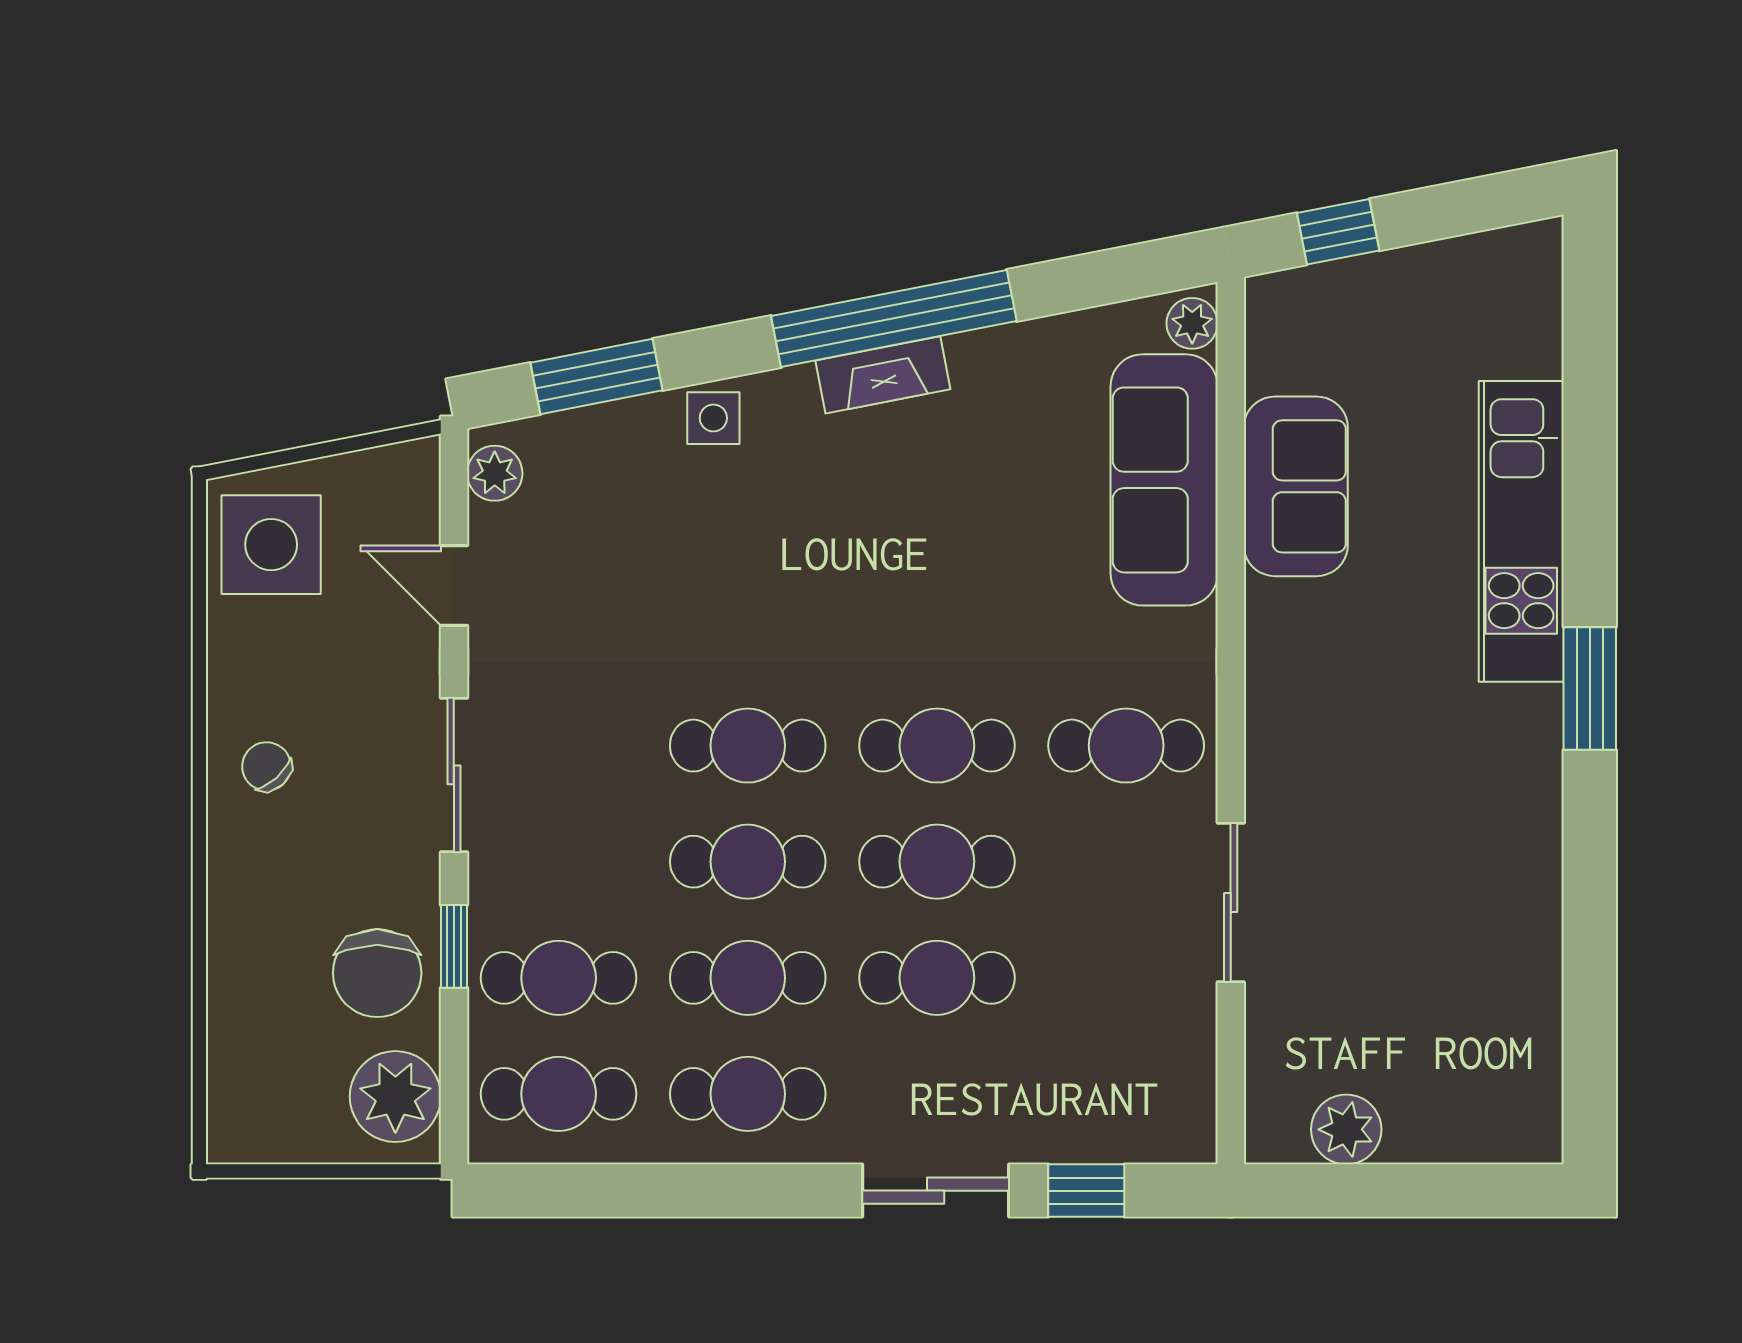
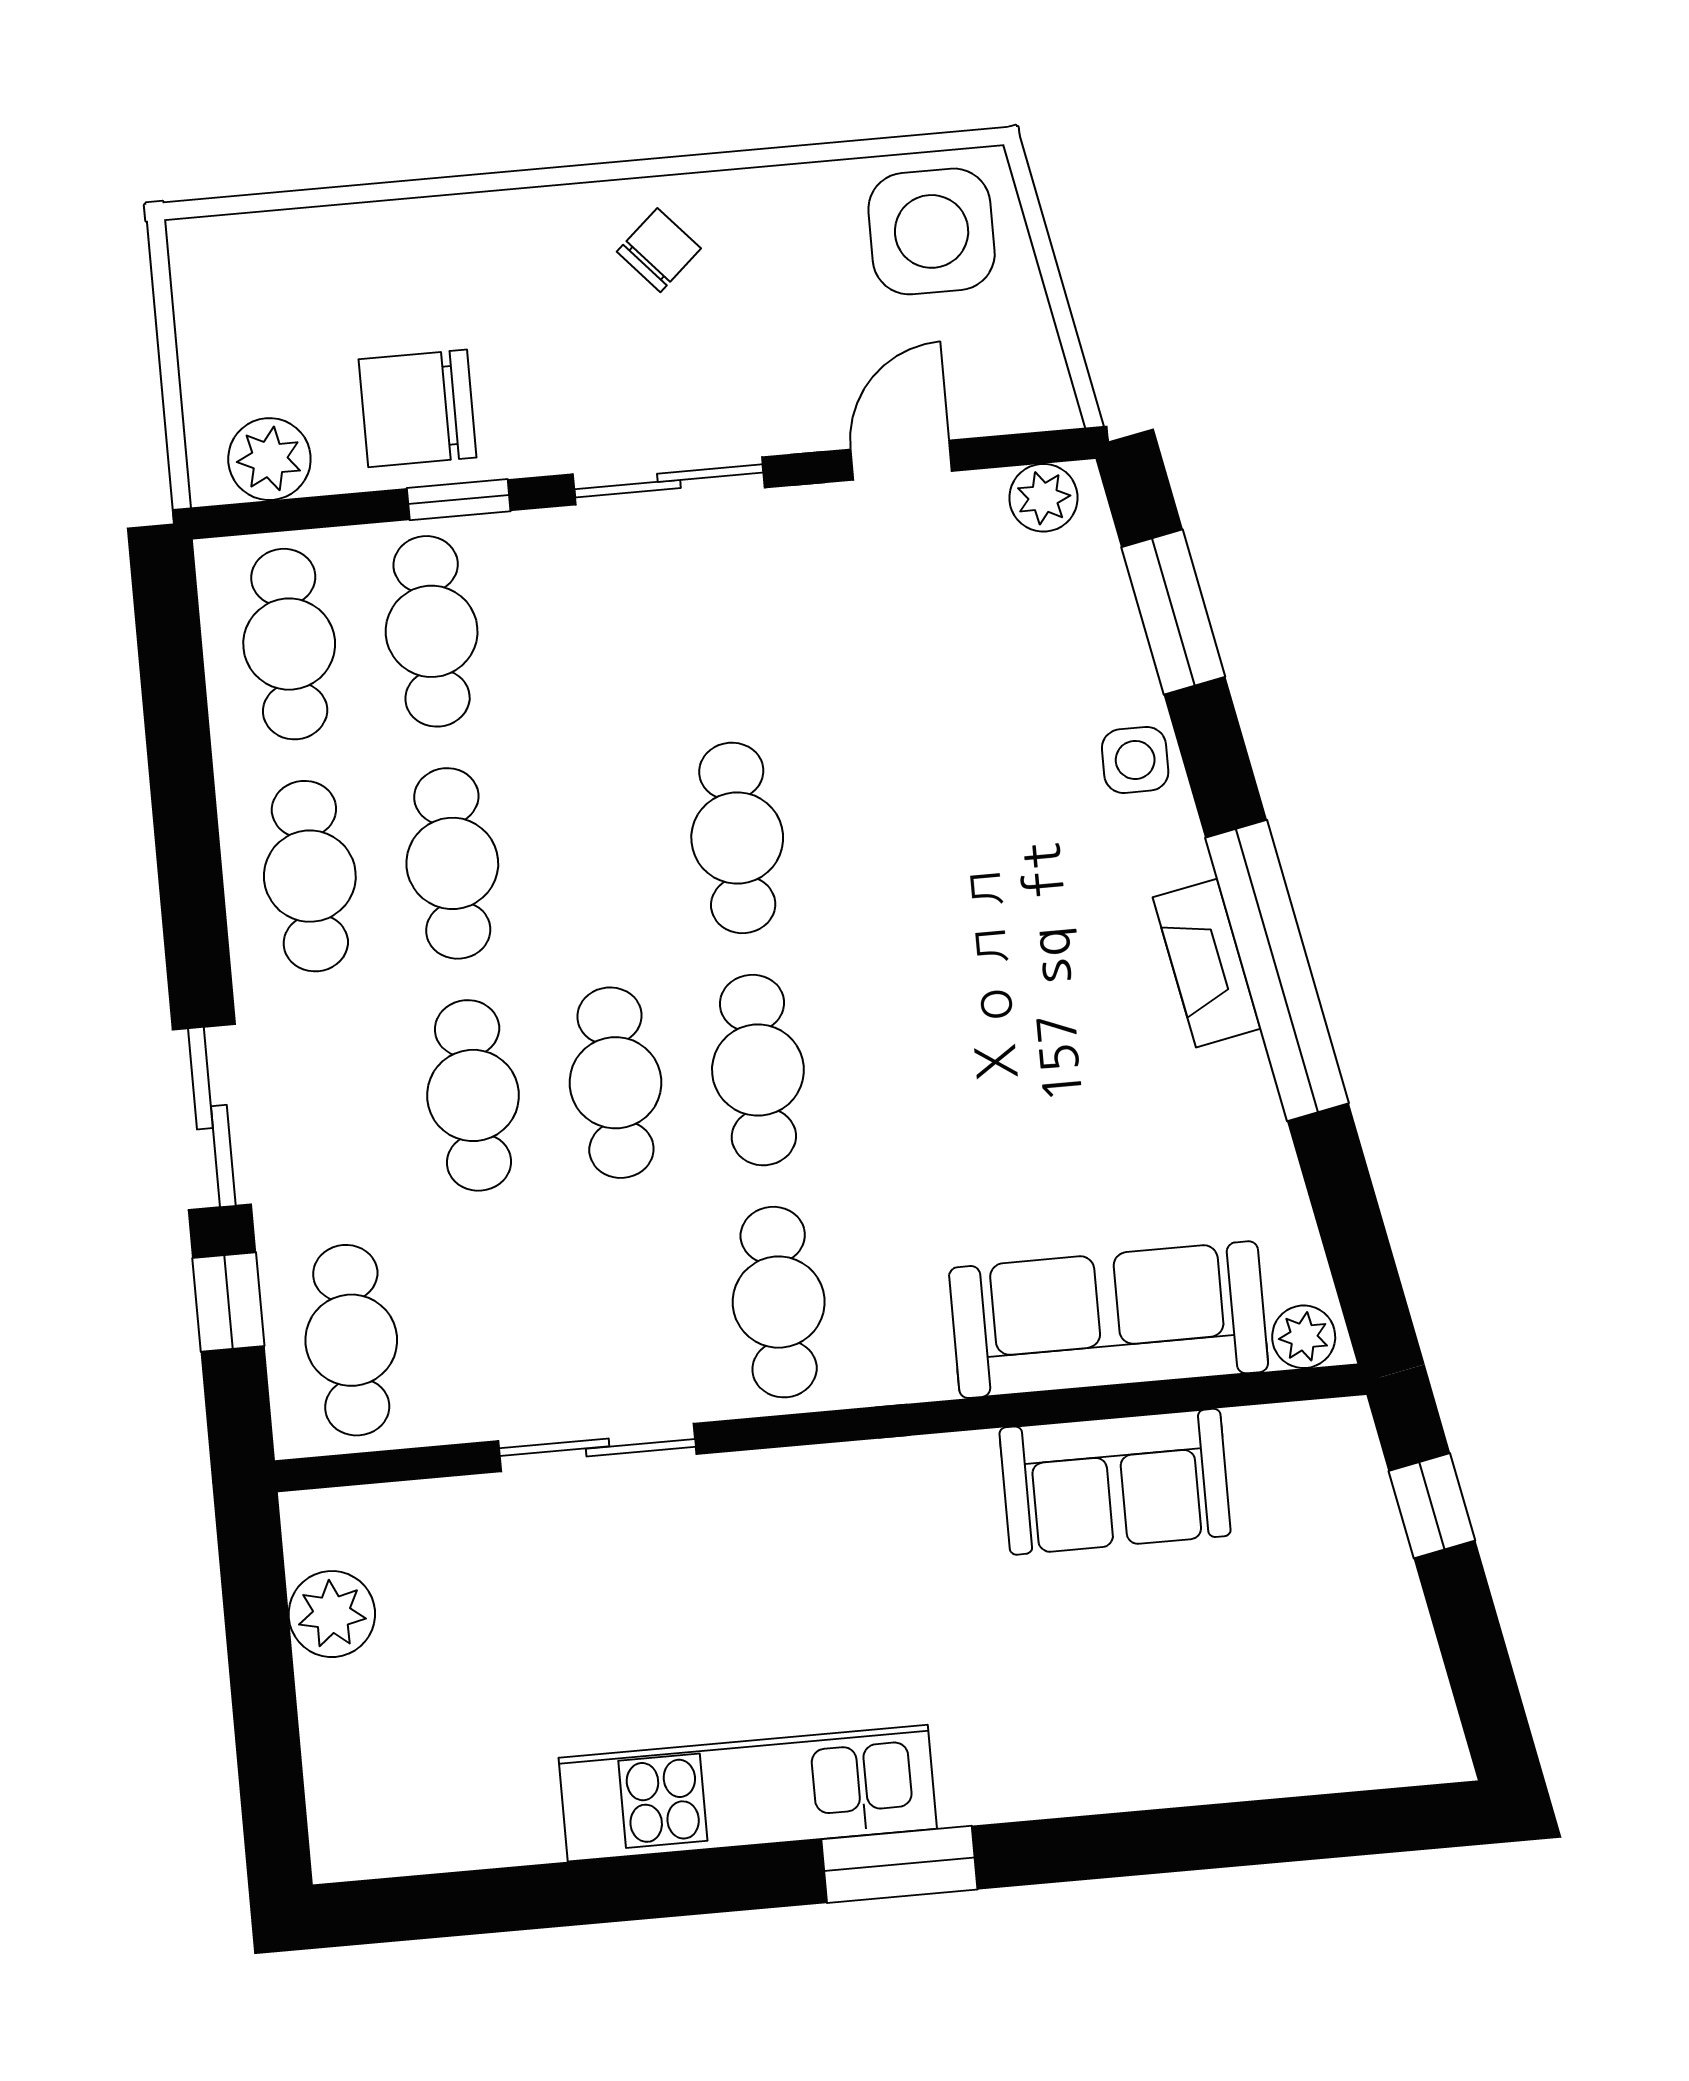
kitchen unit: (1521, 531) -> (748, 1793), moved
cafe table: (748, 862) -> (351, 1340), moved
plant: (395, 1097) -> (269, 459), width x0.73, depth x0.73

